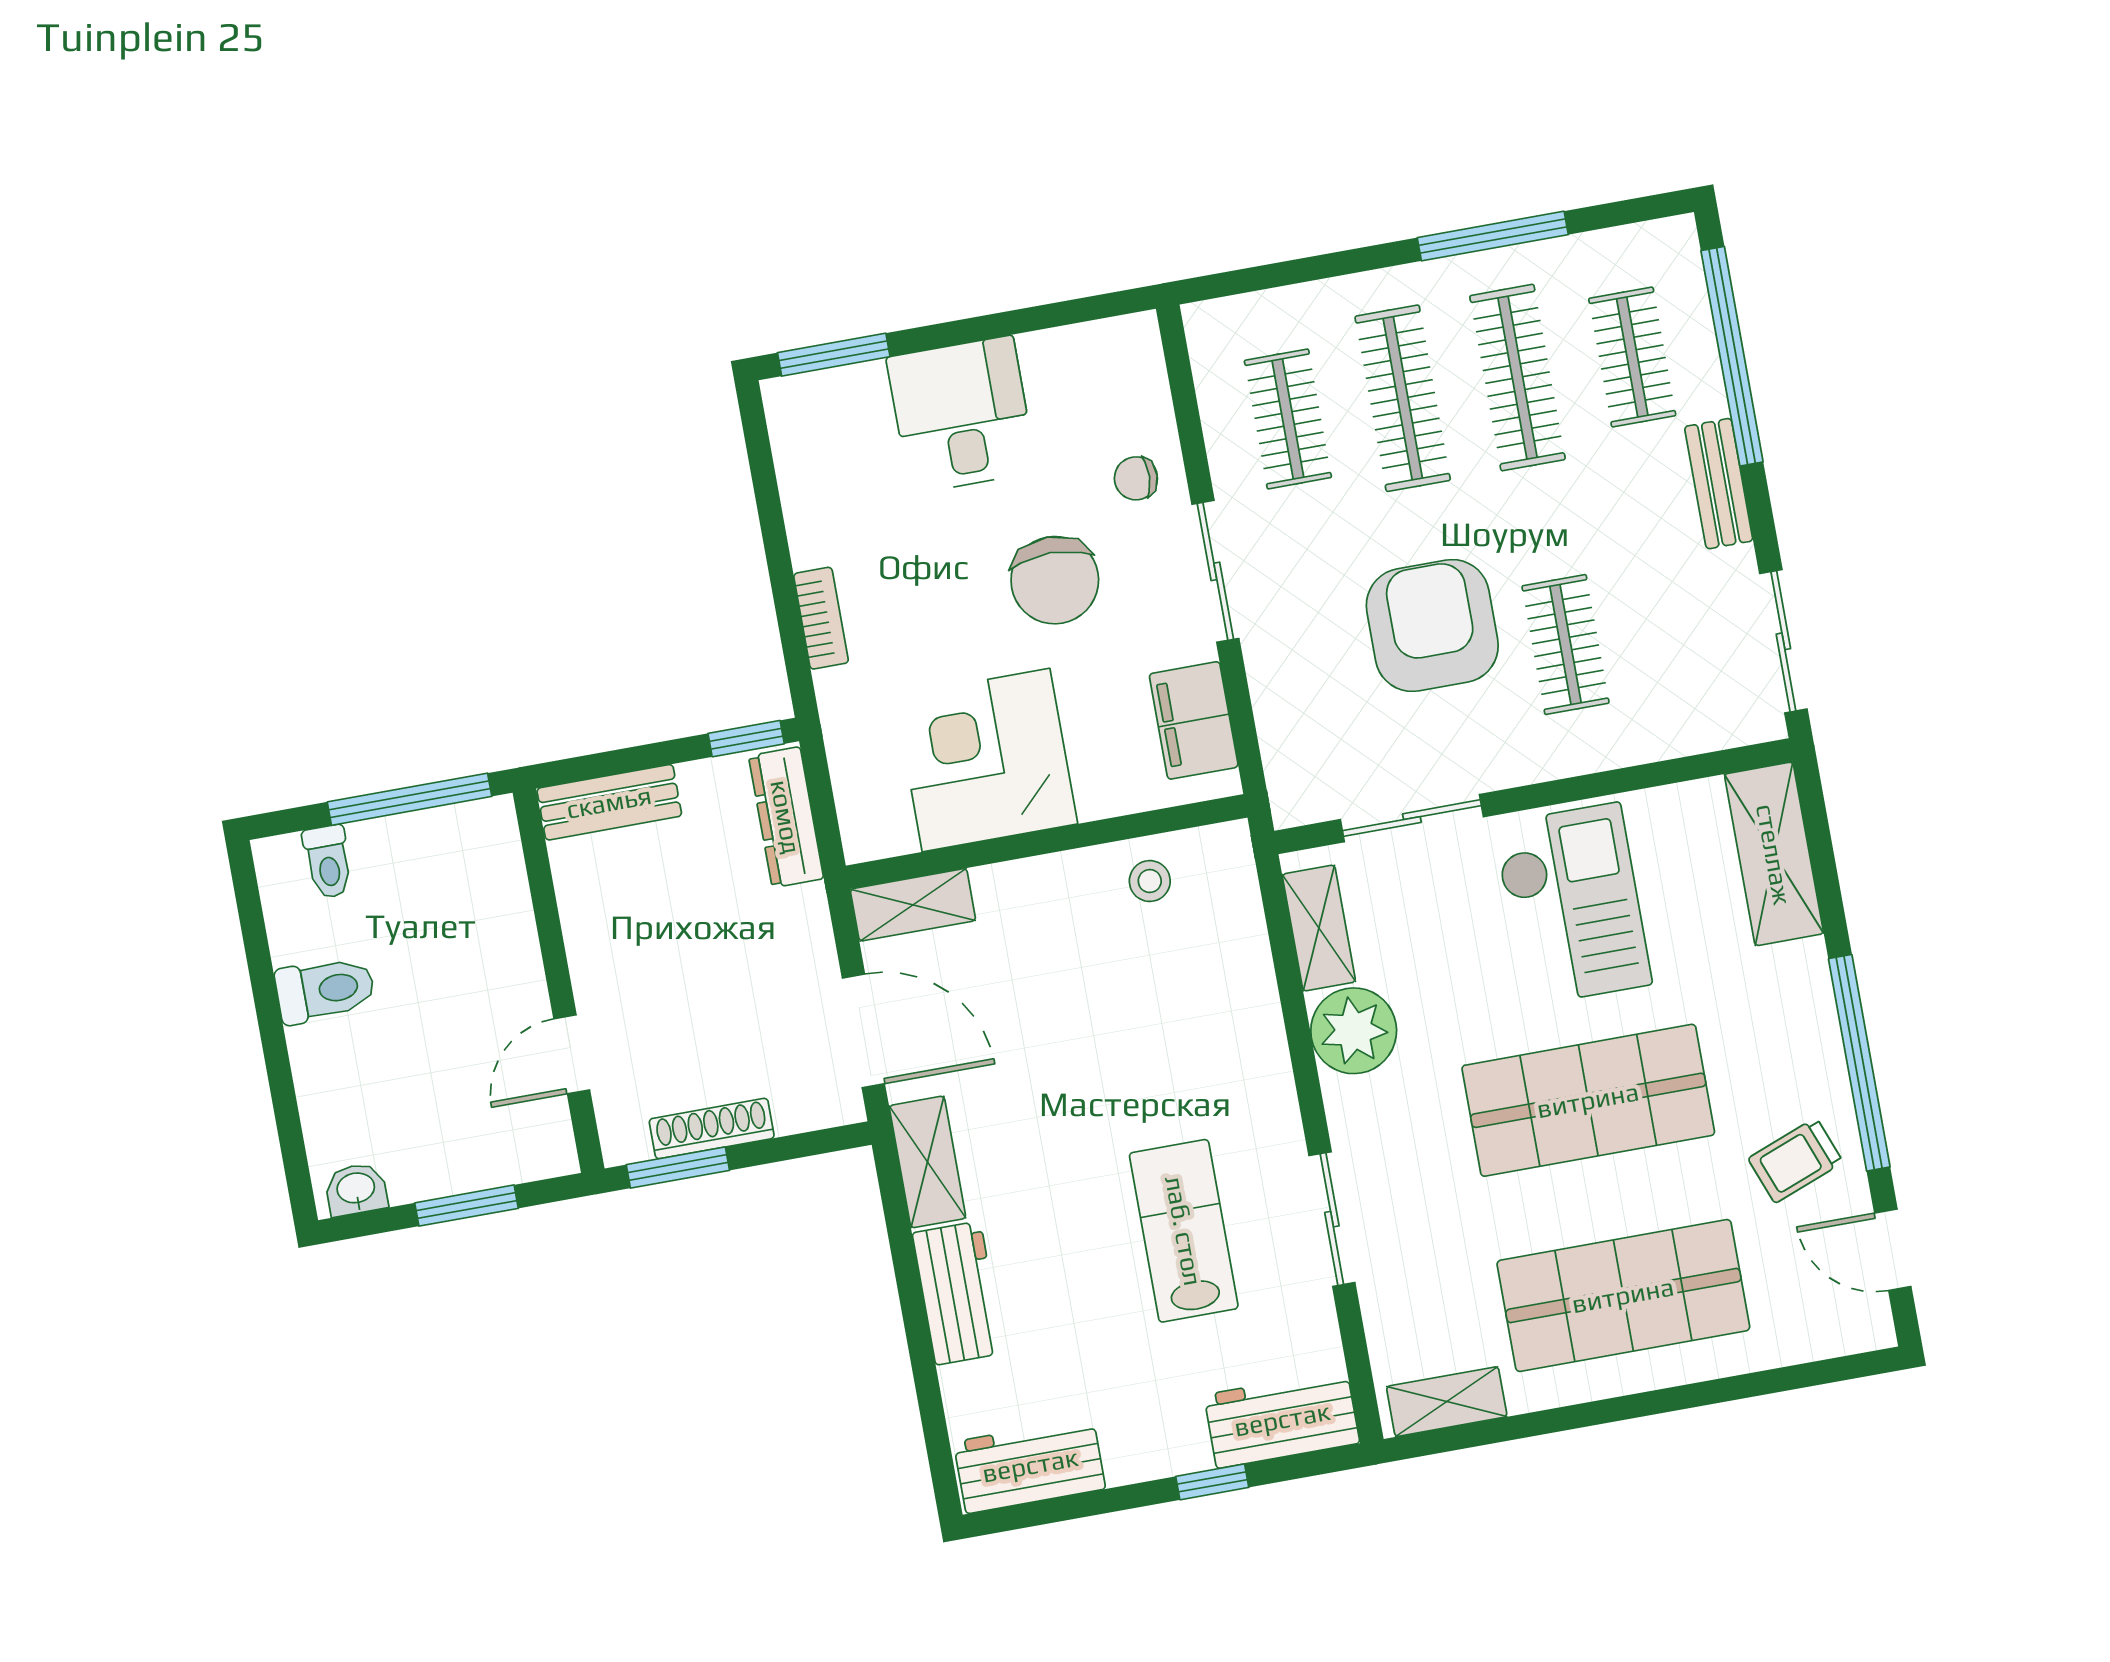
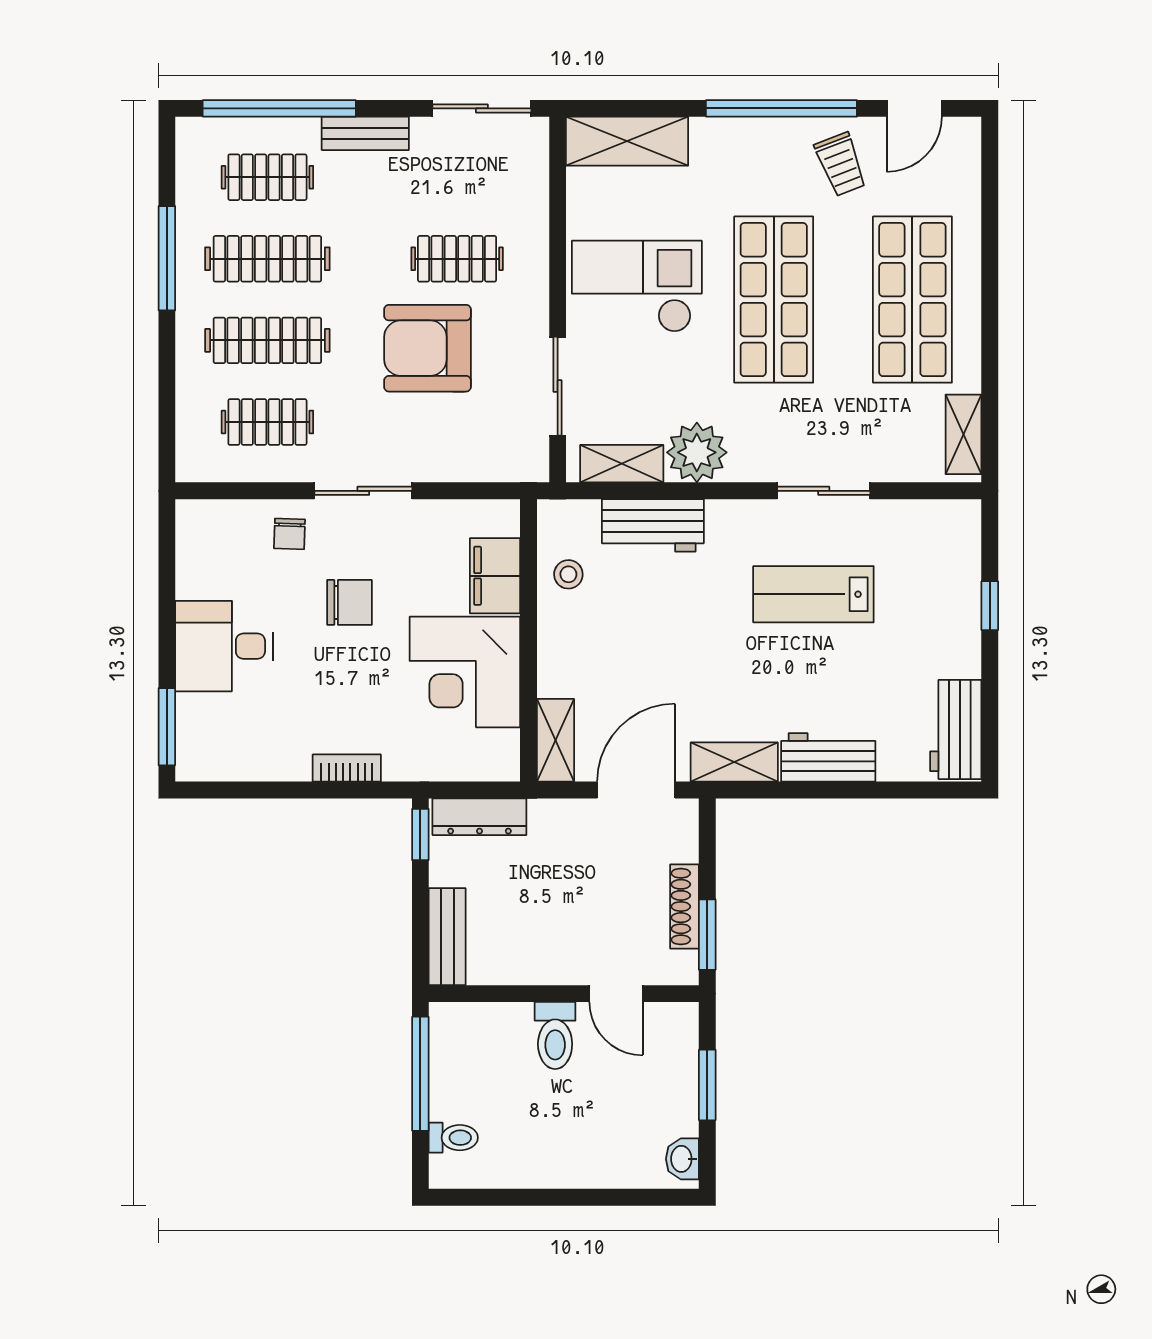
chair: (1055, 580) -> (350, 602), width x0.73, depth x0.73
filing cabinet: (1194, 720) -> (495, 576), moved, turned 90
toilet: (325, 990) -> (555, 1035), moved, turned 180
workbench: (1282, 1419) -> (653, 525), moved, turned -90

